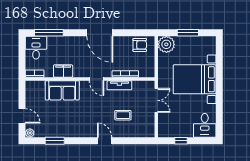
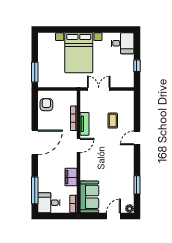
window: (188, 33) -> (35, 72), moved
plant: (166, 44) -> (46, 80), removed
sofa: (62, 90) -> (89, 197), moved

